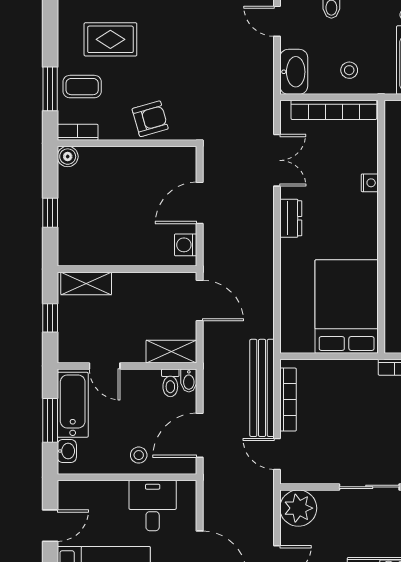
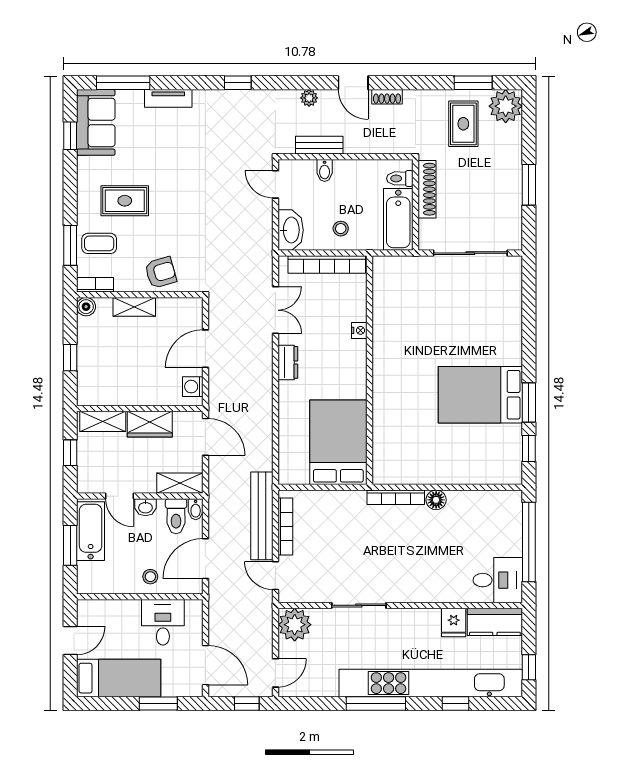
shelving: (121, 157) -> (134, 307), added
wardrobe: (138, 286) -> (150, 424), added
toilet: (170, 383) -> (176, 516), width x1.37, depth x1.39
washbasin: (67, 451) -> (145, 507), moved, turned 90

